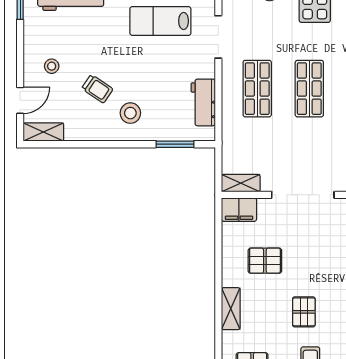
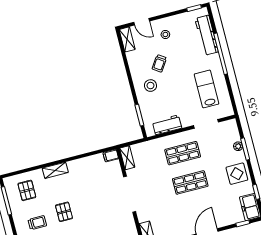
filing cabinet: (239, 210) -> (111, 156), width x0.50
pallet: (265, 261) -> (87, 183), removed
pallet: (304, 312) -> (64, 212), turned 90

